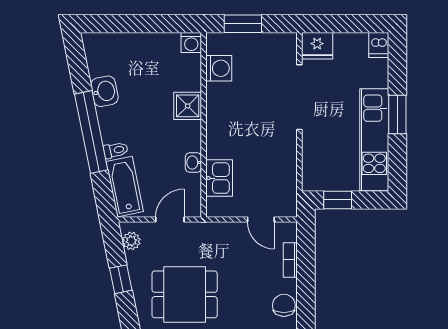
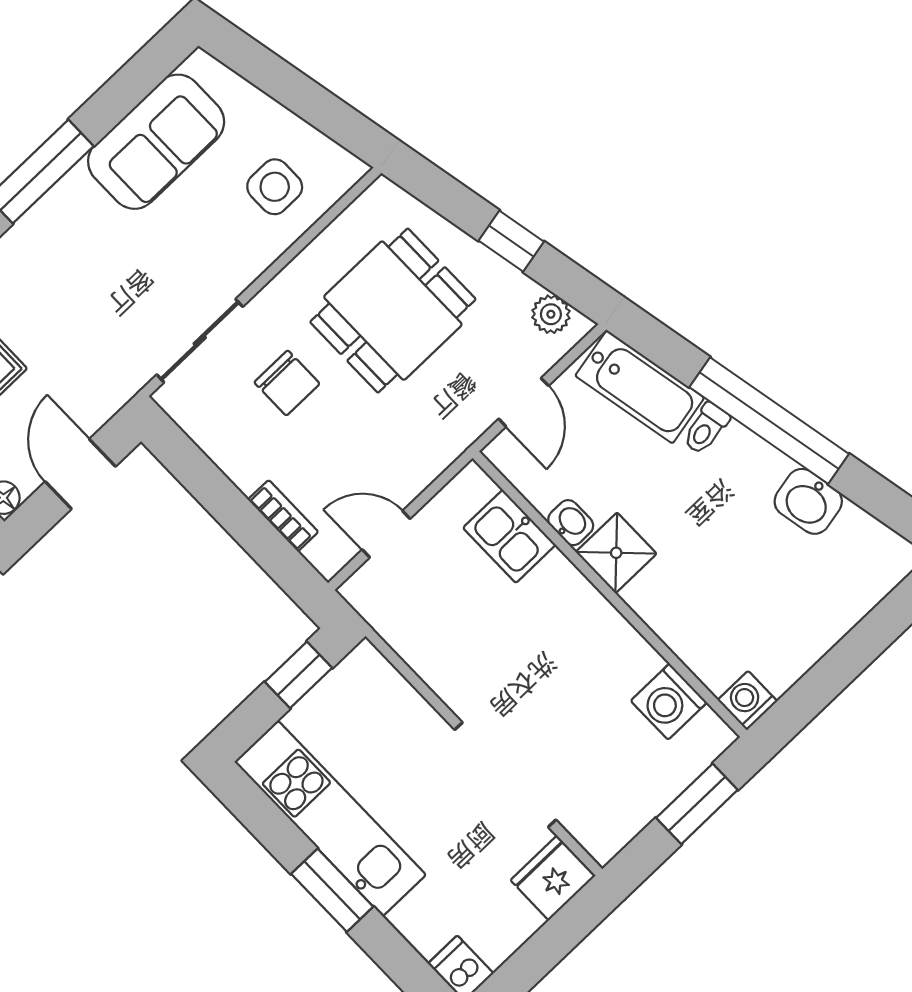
shower: (188, 106) -> (616, 553), moved
chair: (284, 305) -> (287, 383), moved

